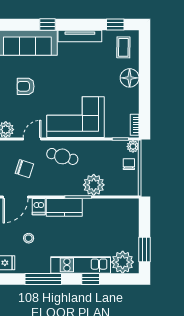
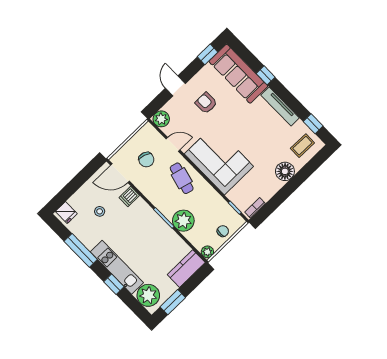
plant: (133, 146) -> (207, 252), moved
kitchen counter: (64, 207) -> (186, 269), moved, turned 90

